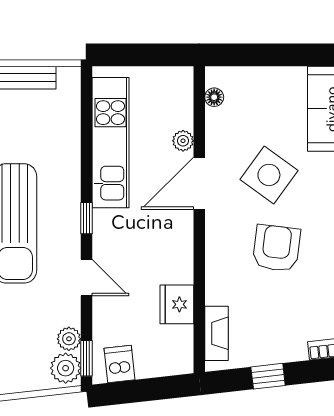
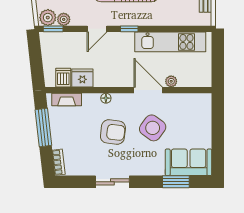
floor lamp: (214, 97) -> (106, 98), moved
dishwasher: (120, 364) -> (63, 78), moved, turned -84
window: (268, 376) -> (43, 127), width x2.17

